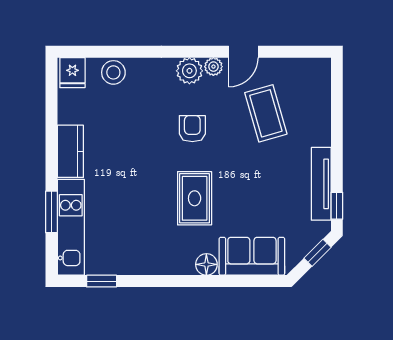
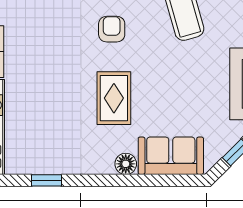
window: (102, 281) -> (46, 180), moved

